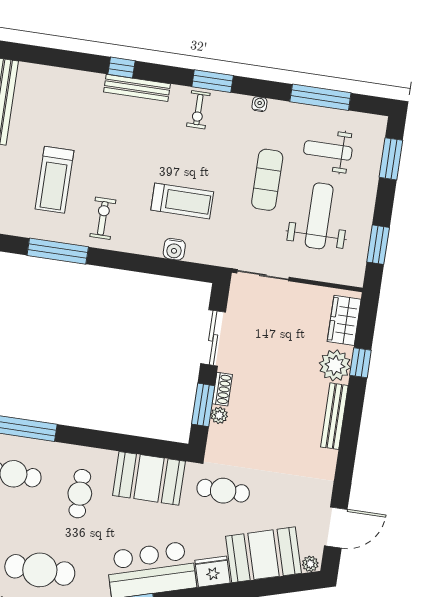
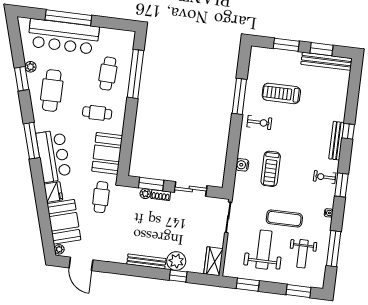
weight bench: (328, 150) -> (302, 254), turned 180
weight bench: (319, 216) -> (264, 250), turned -90
wardrobe: (344, 320) -> (213, 261), moved, turned -90

